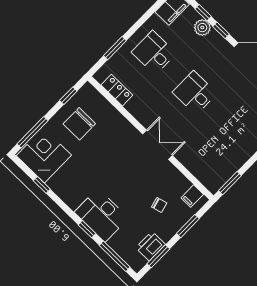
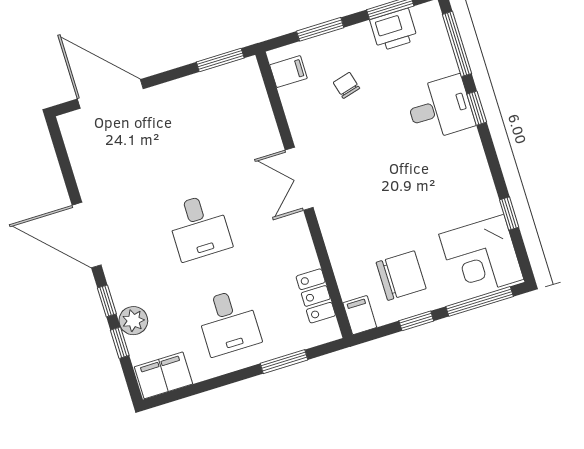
filing cabinet: (89, 92) -> (360, 315), added
window: (68, 96) -> (416, 321), moved
desk: (101, 215) -> (440, 108), width x0.73

